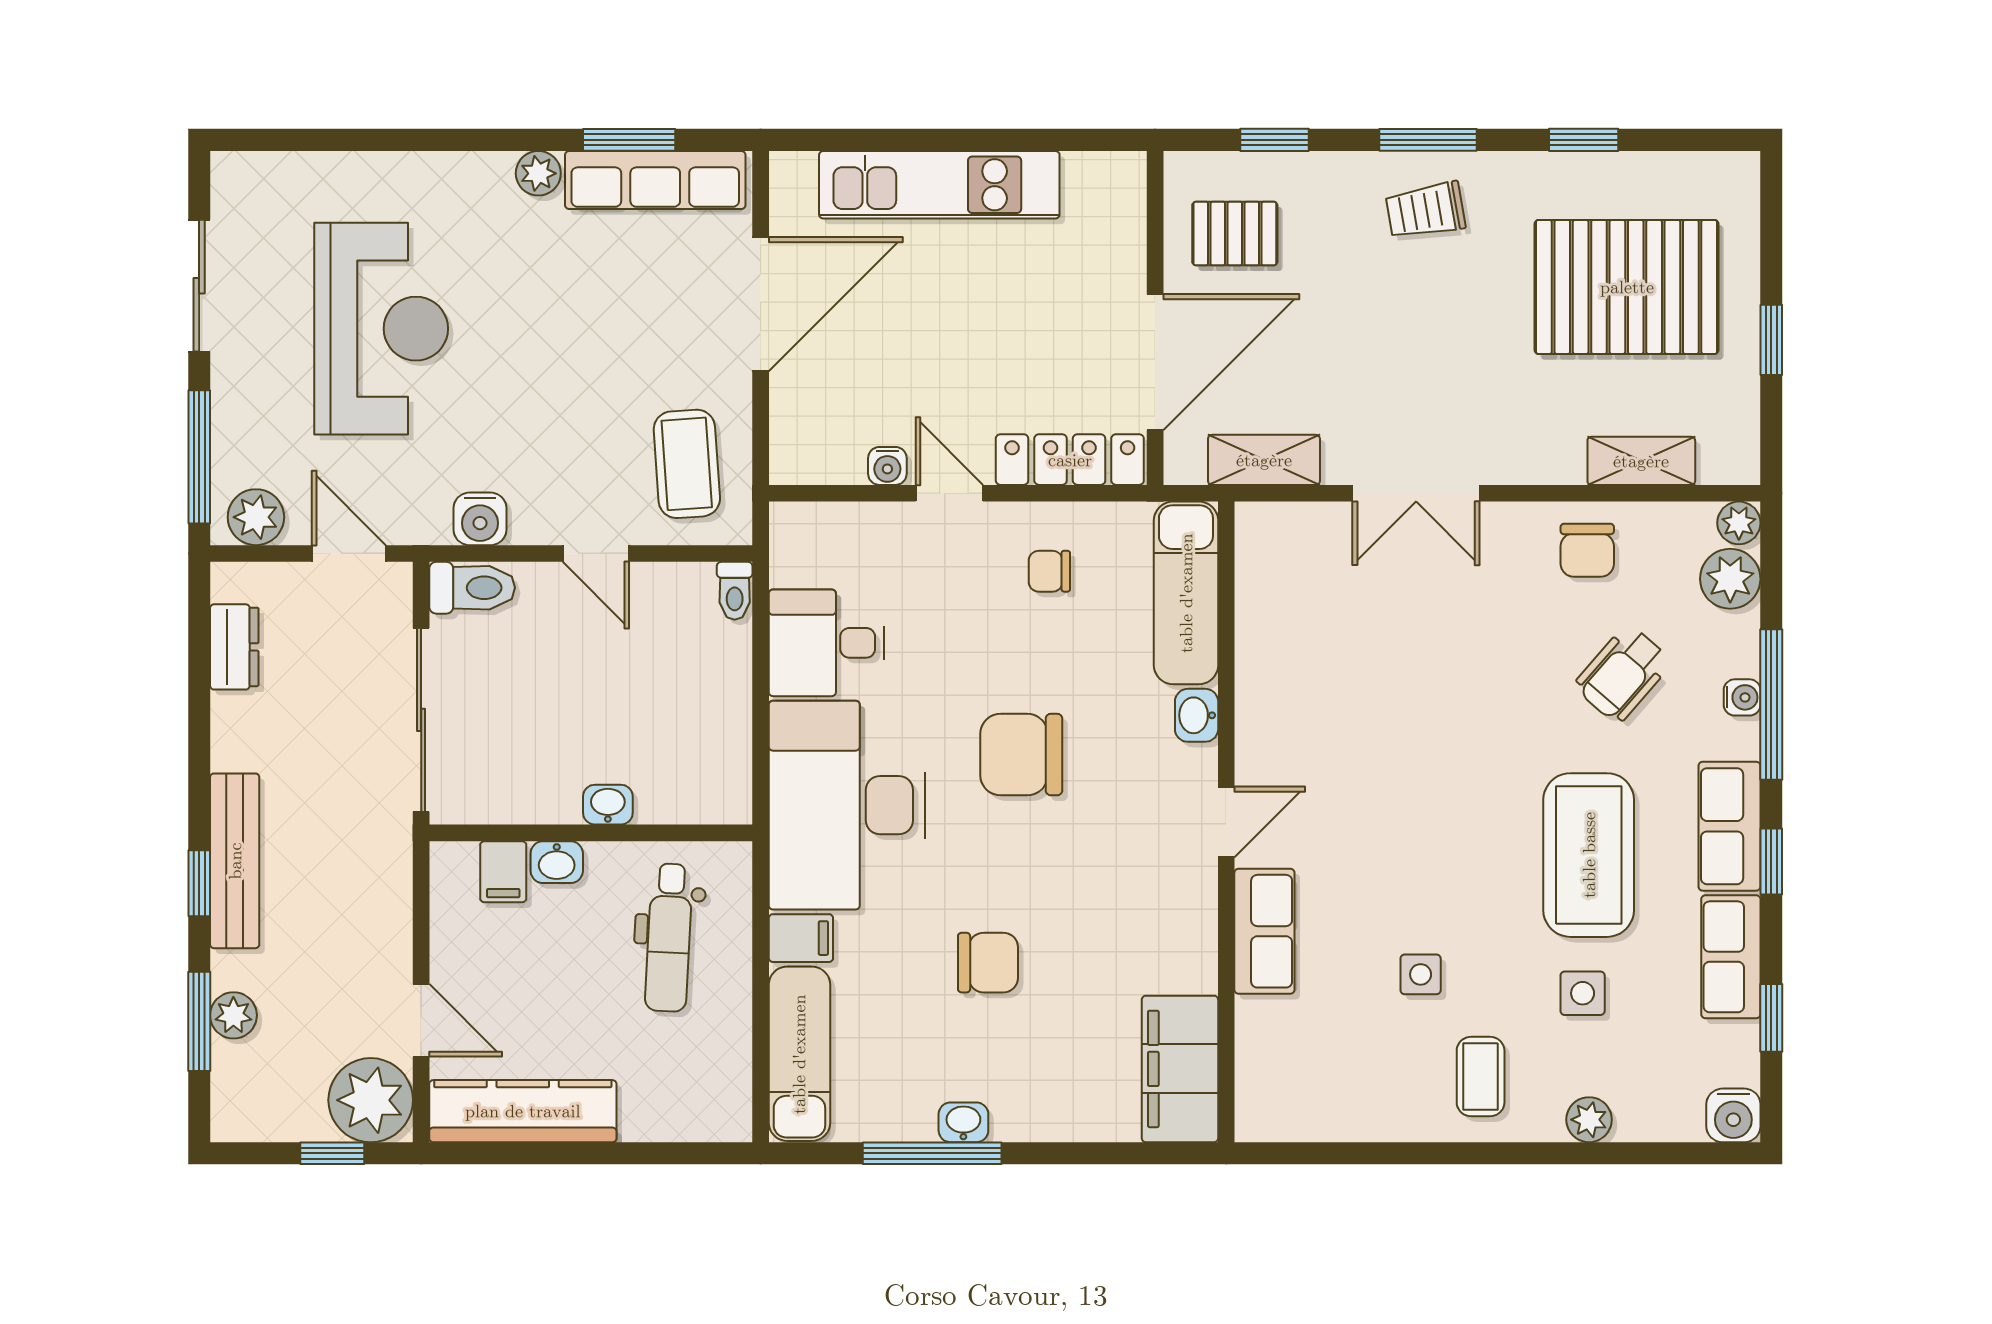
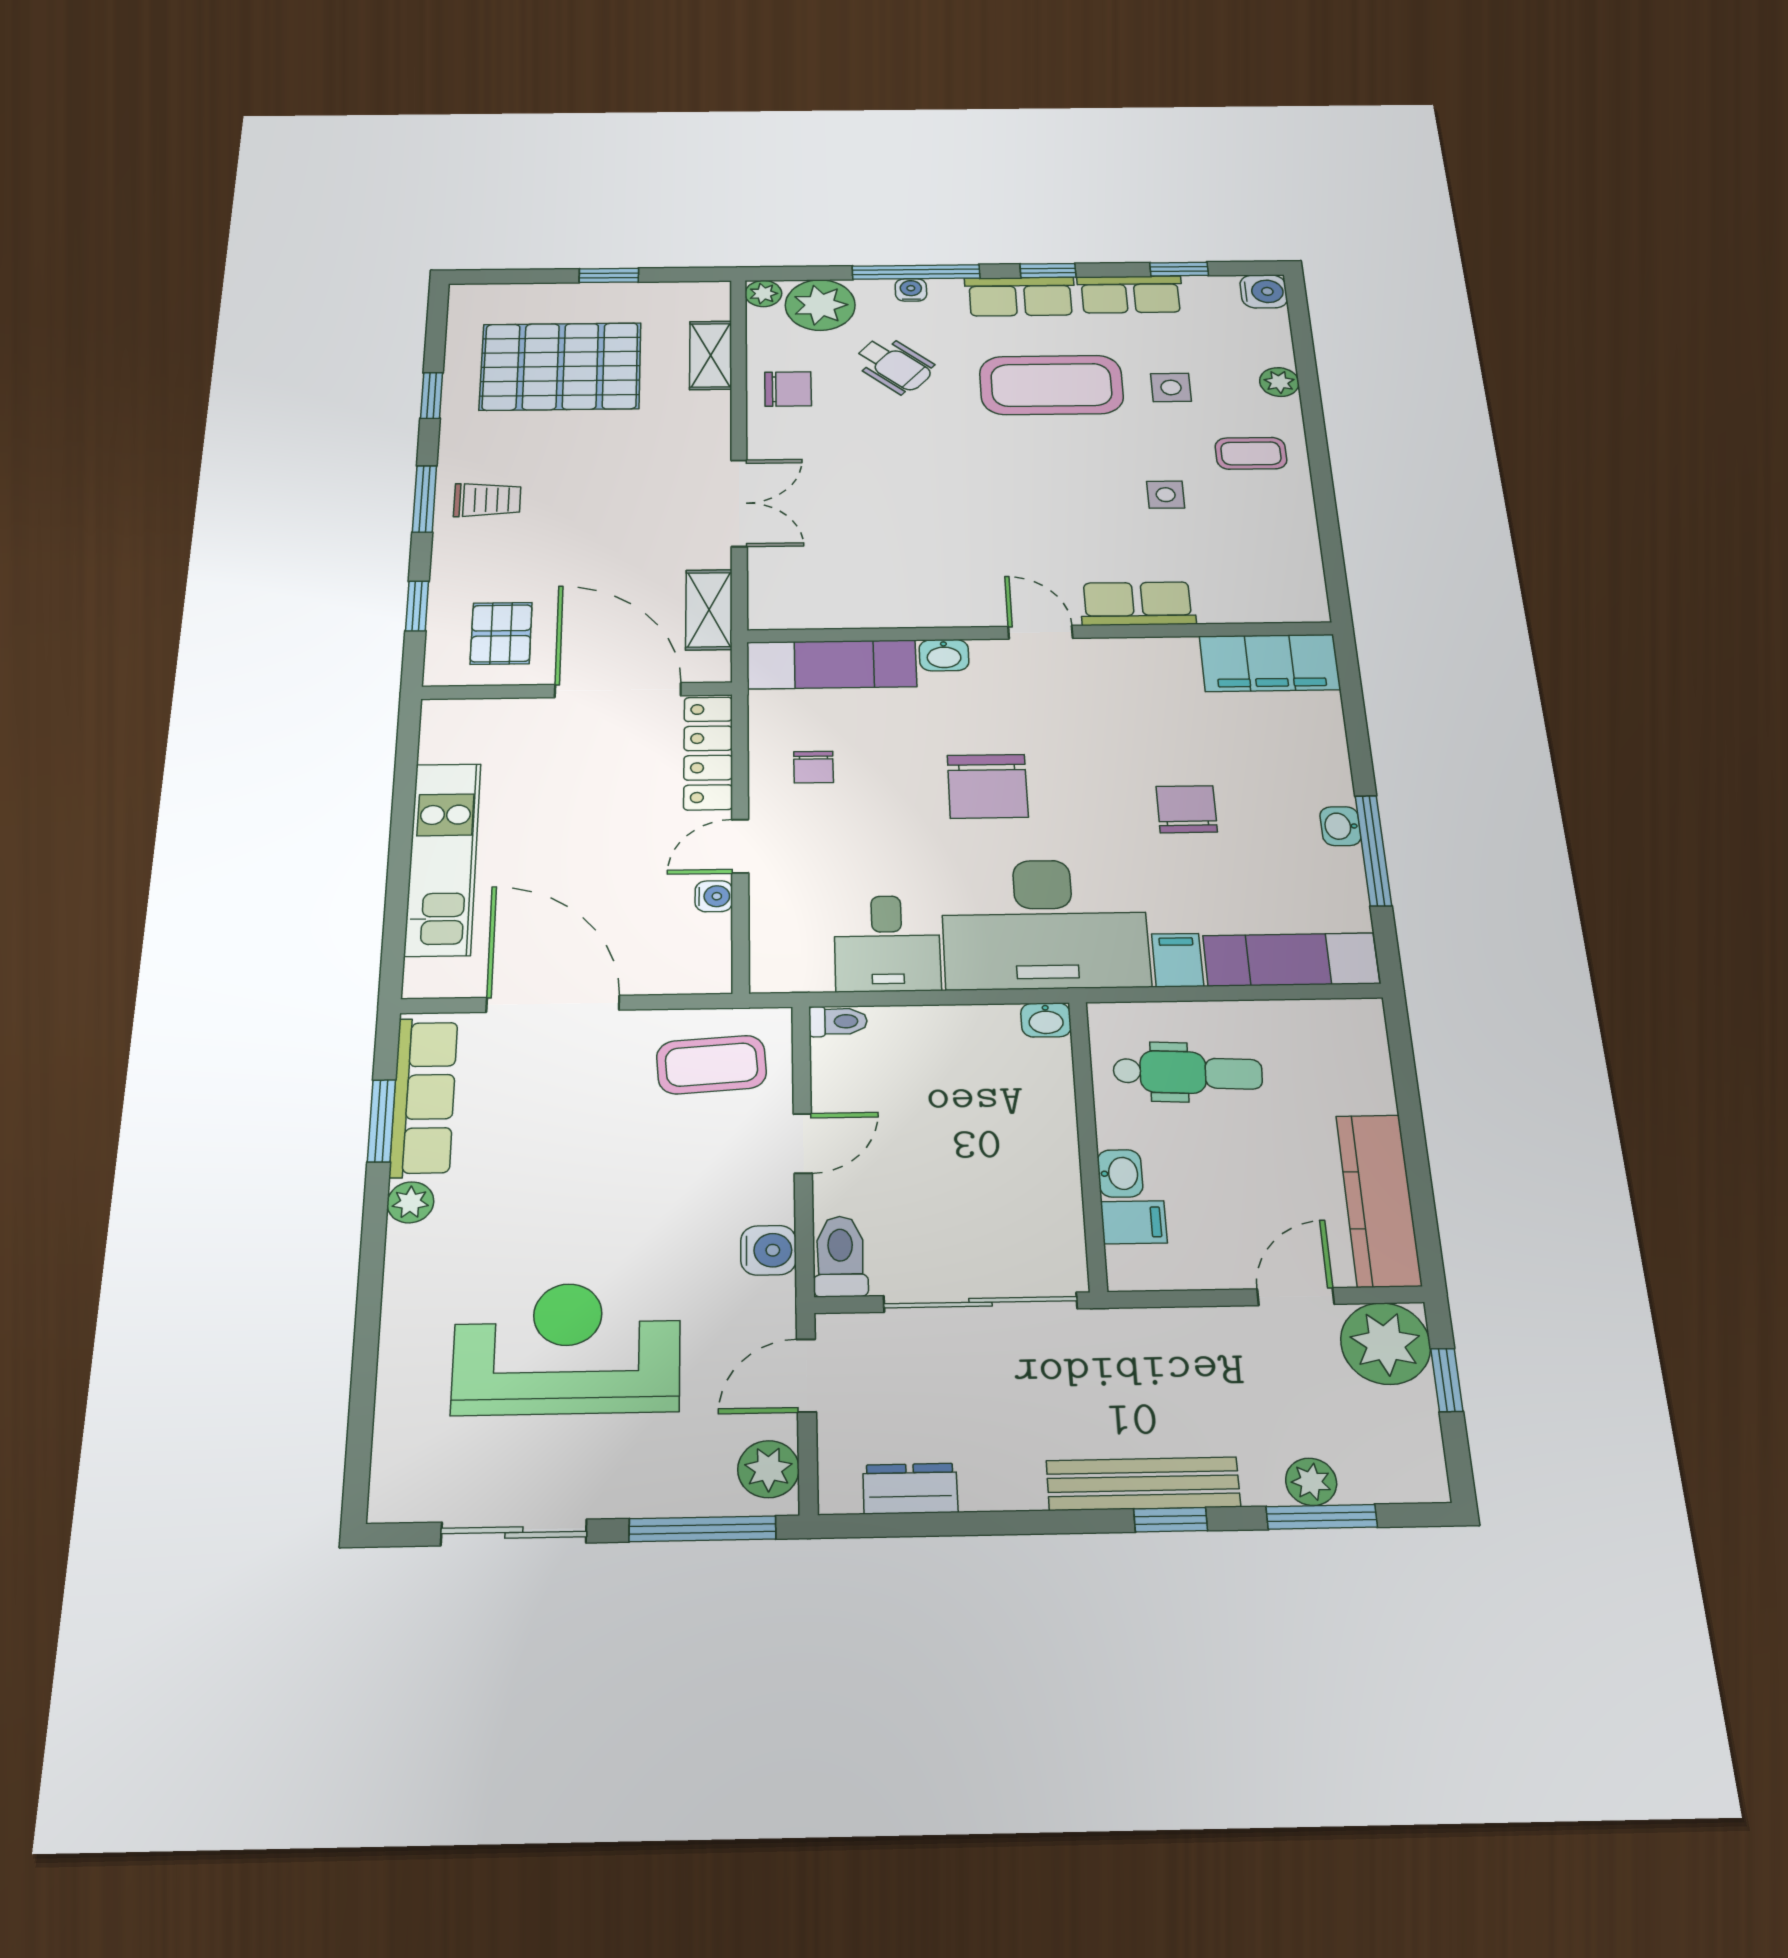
trolley: (1425, 211) -> (487, 500), turned -80
pallet: (1627, 287) -> (561, 366), turned 90
plant: (1730, 579) -> (820, 305), width x1.36, depth x1.36
washbasin: (608, 805) -> (1046, 1020), moved, turned -90

